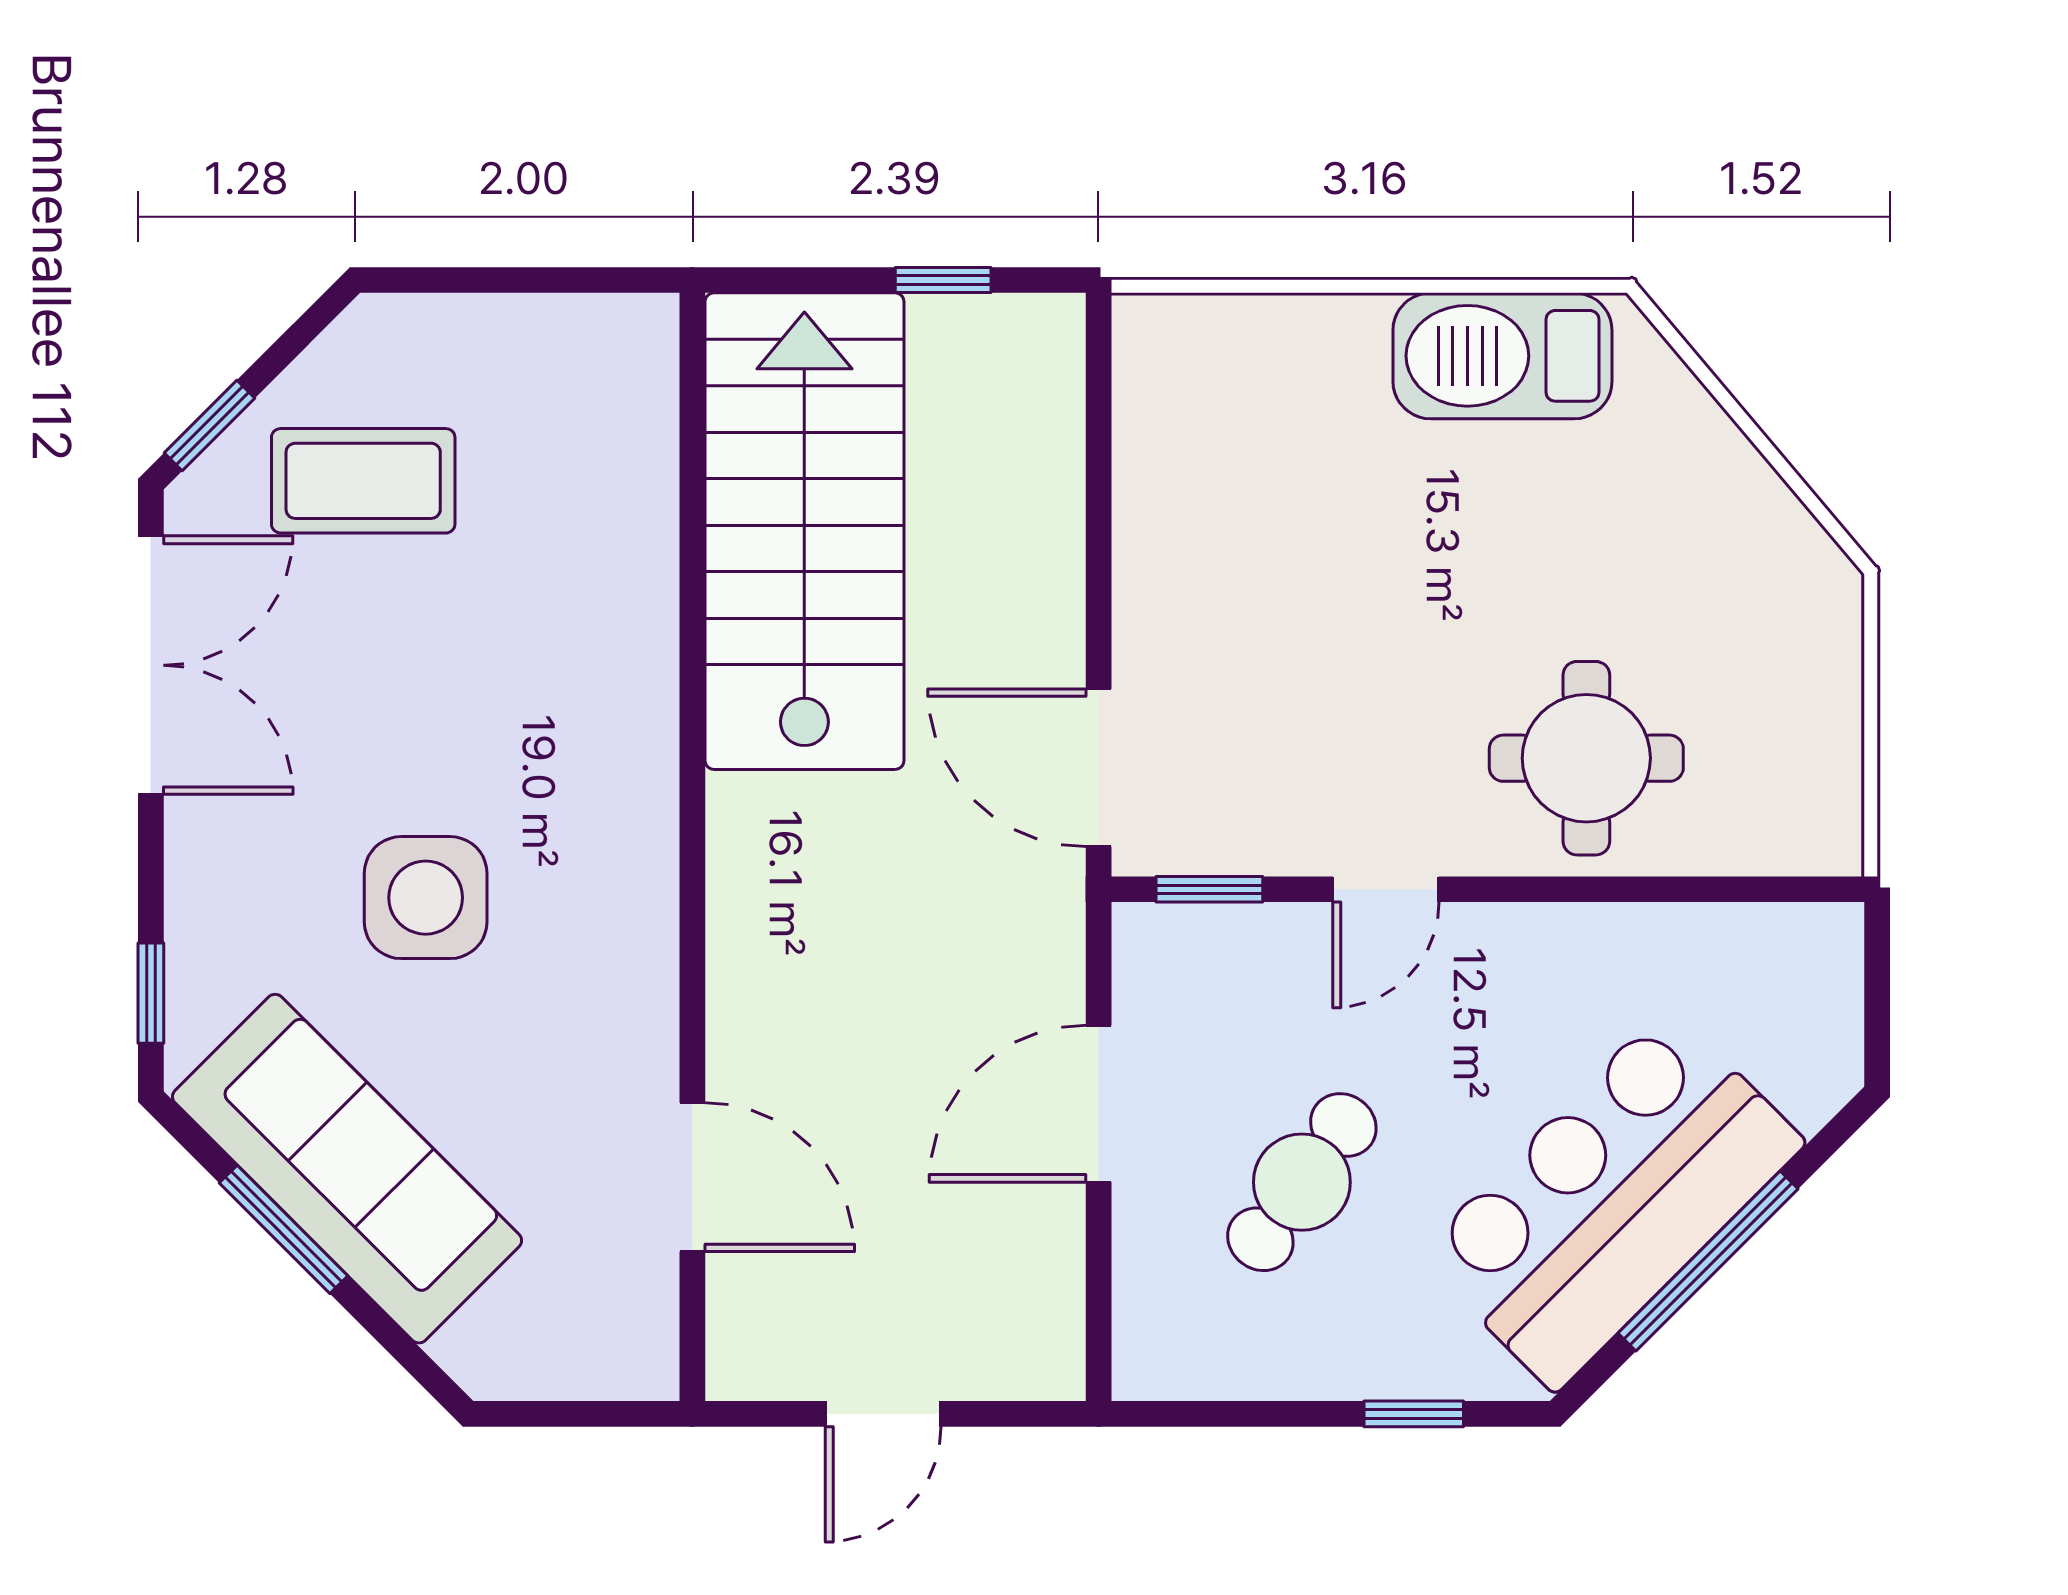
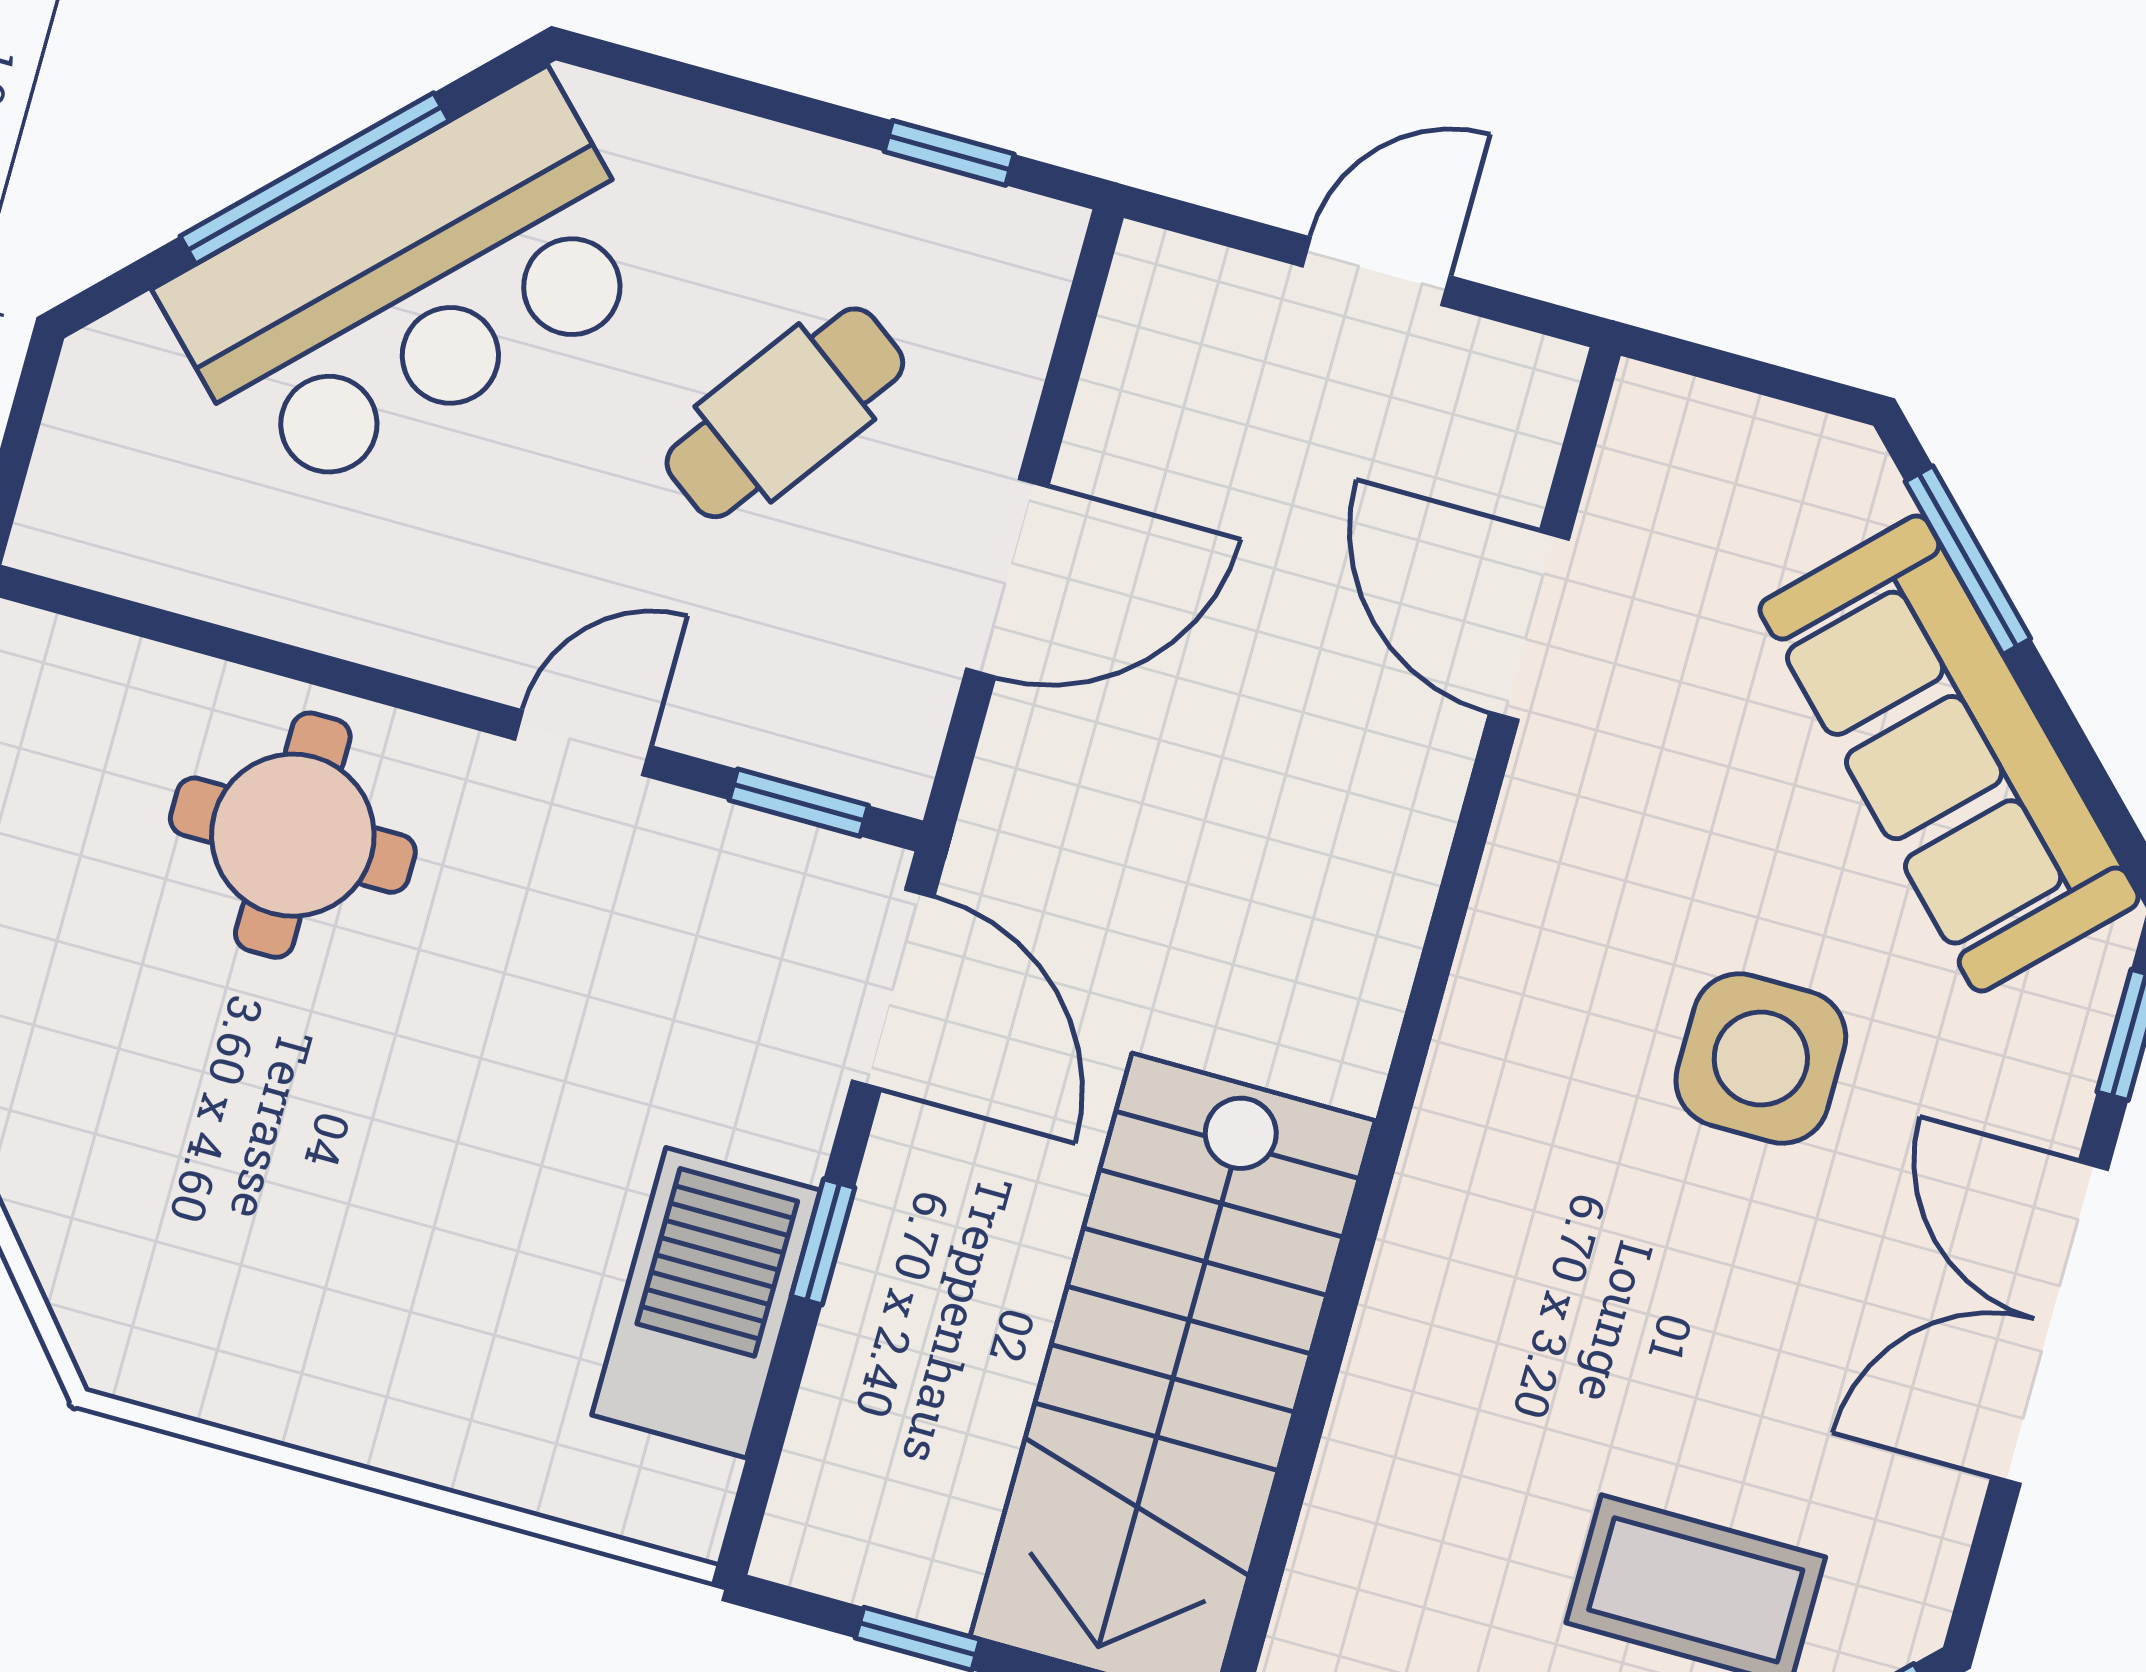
barbecue: (1502, 356) -> (706, 1303), moved, turned -90
window: (1099, 561) -> (823, 1242), added
double door: (151, 665) -> (2050, 1323), moved
window: (284, 1229) -> (1968, 560), moved
window: (1414, 1414) -> (949, 153), moved

